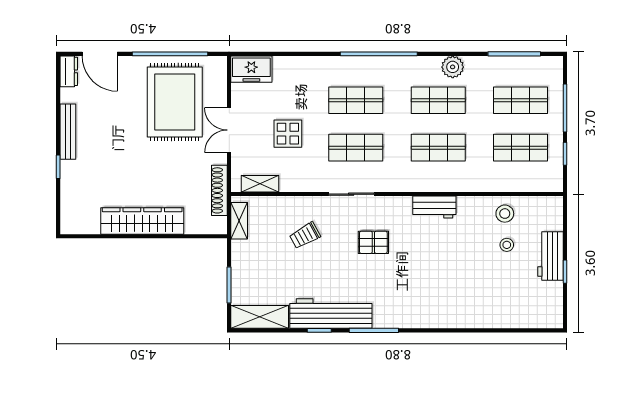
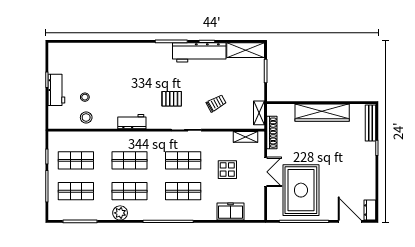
freezer: (251, 69) -> (230, 212), moved
bench: (68, 132) -> (371, 123), moved

